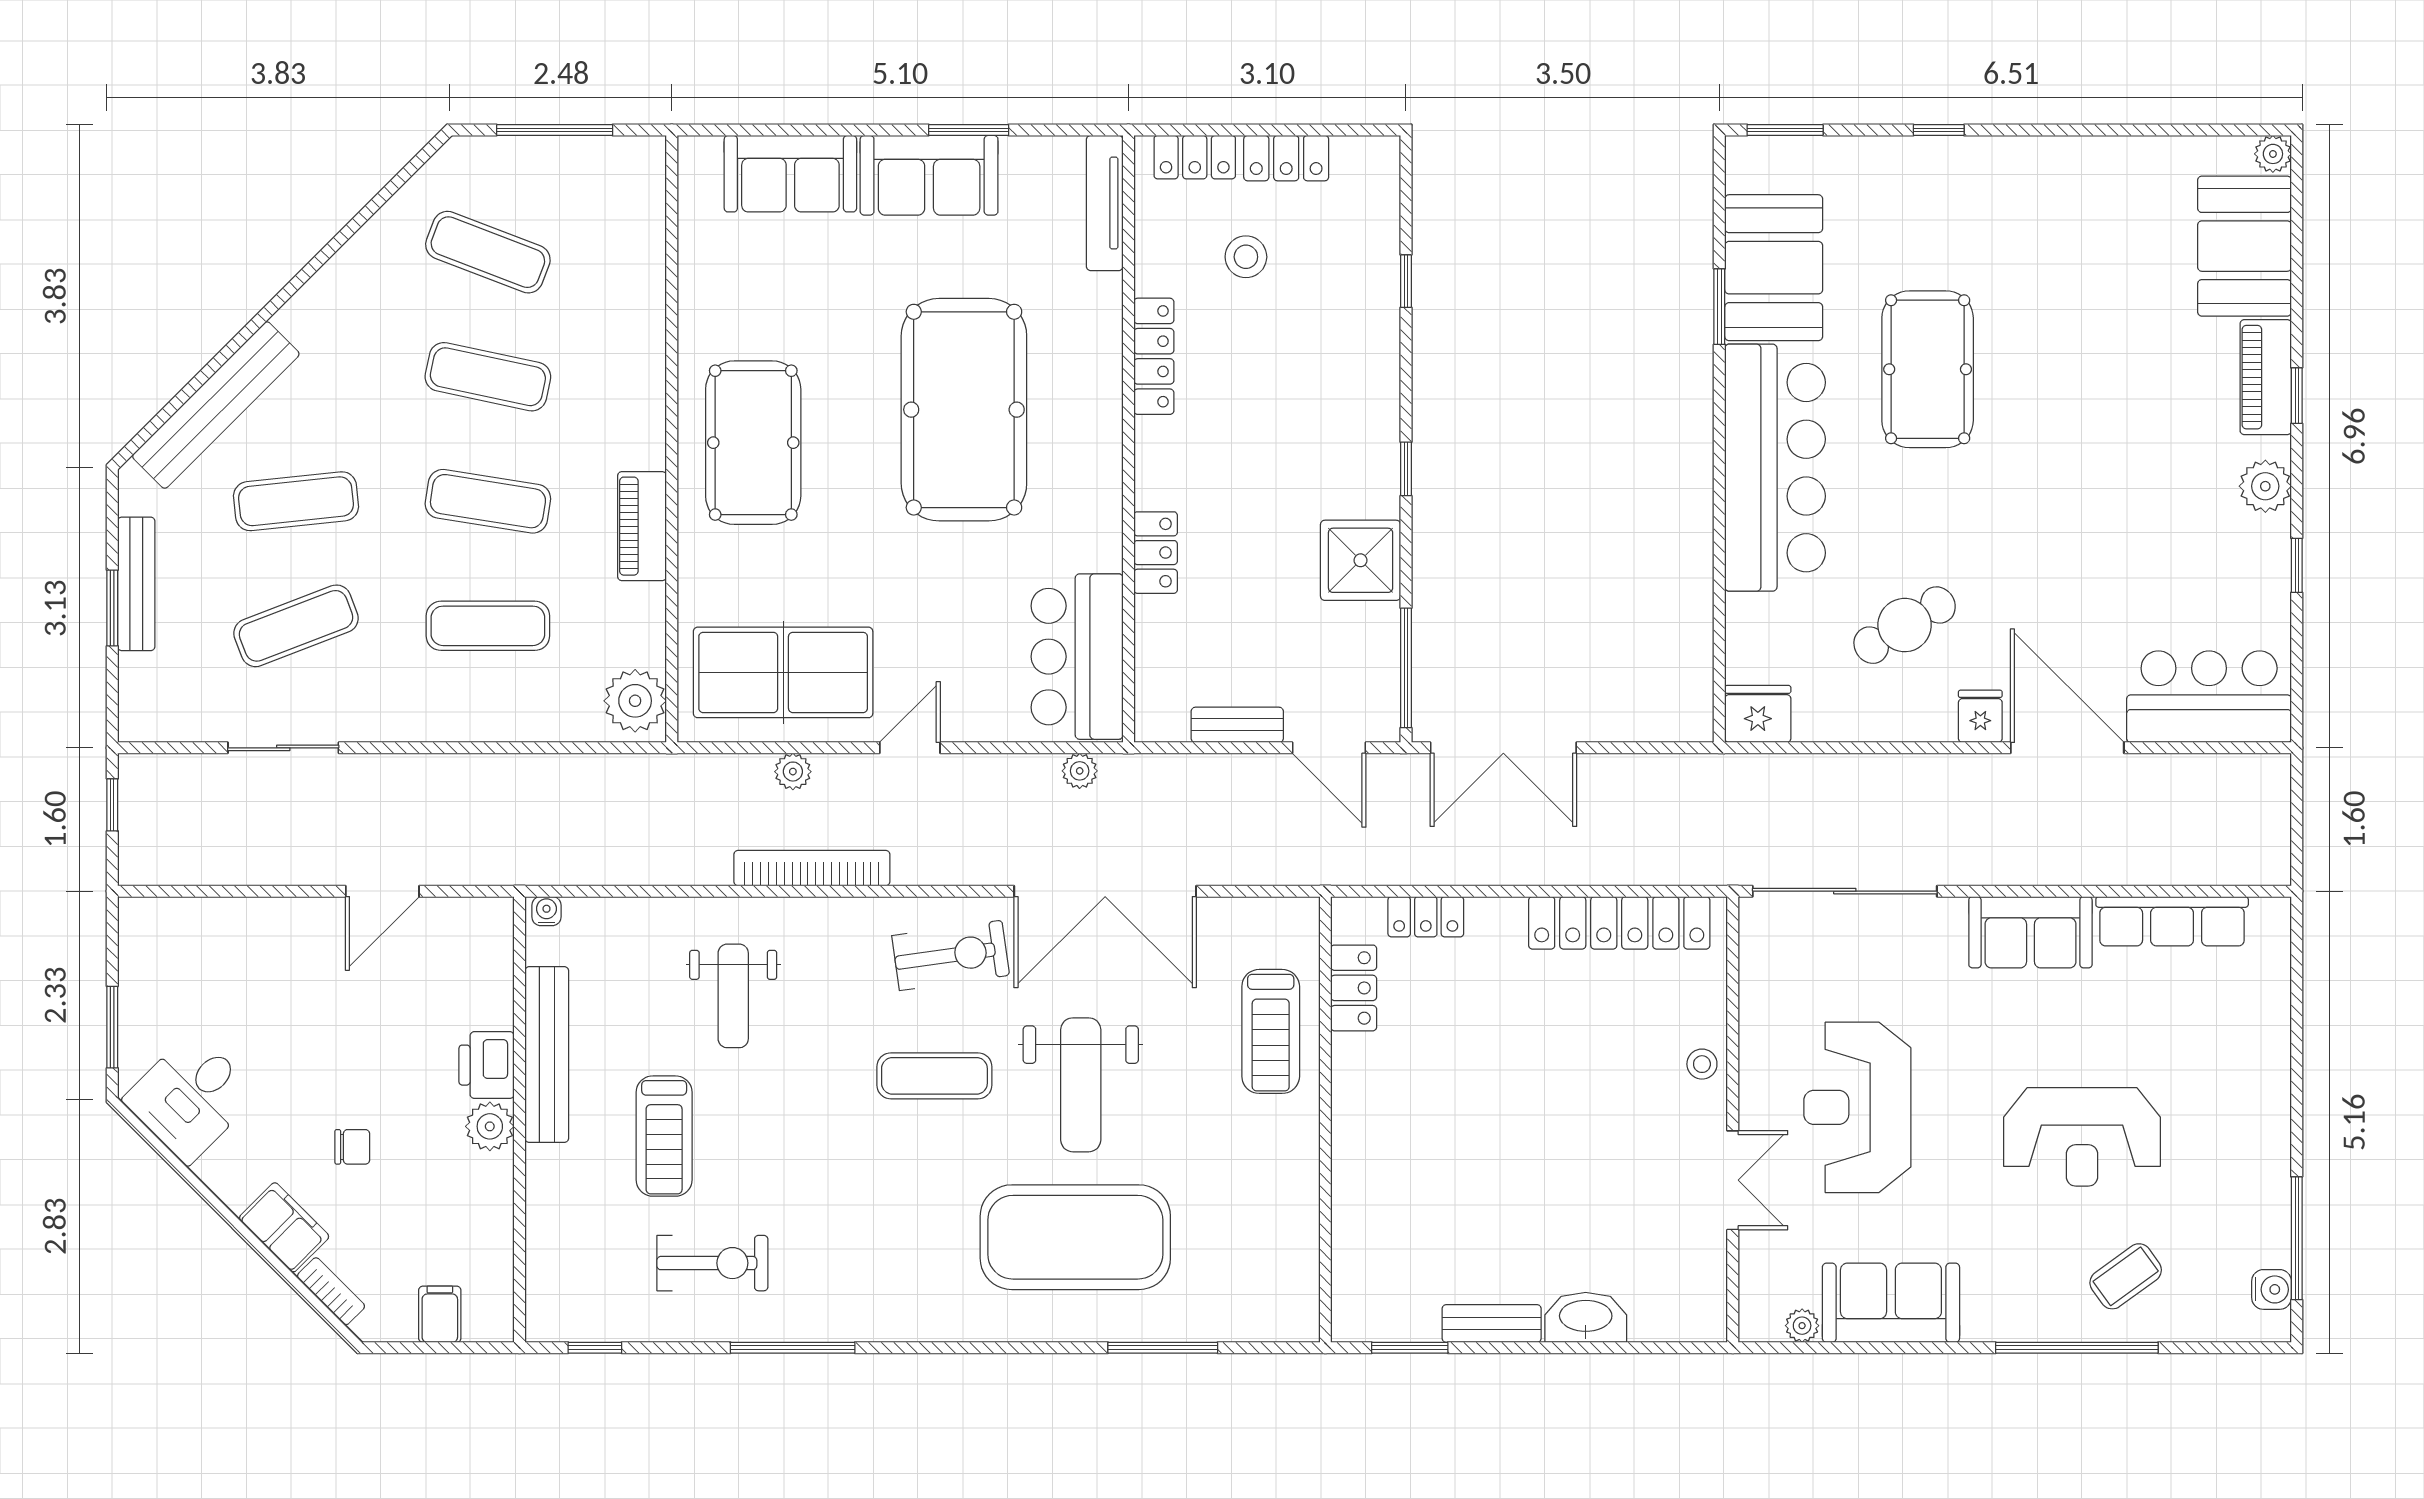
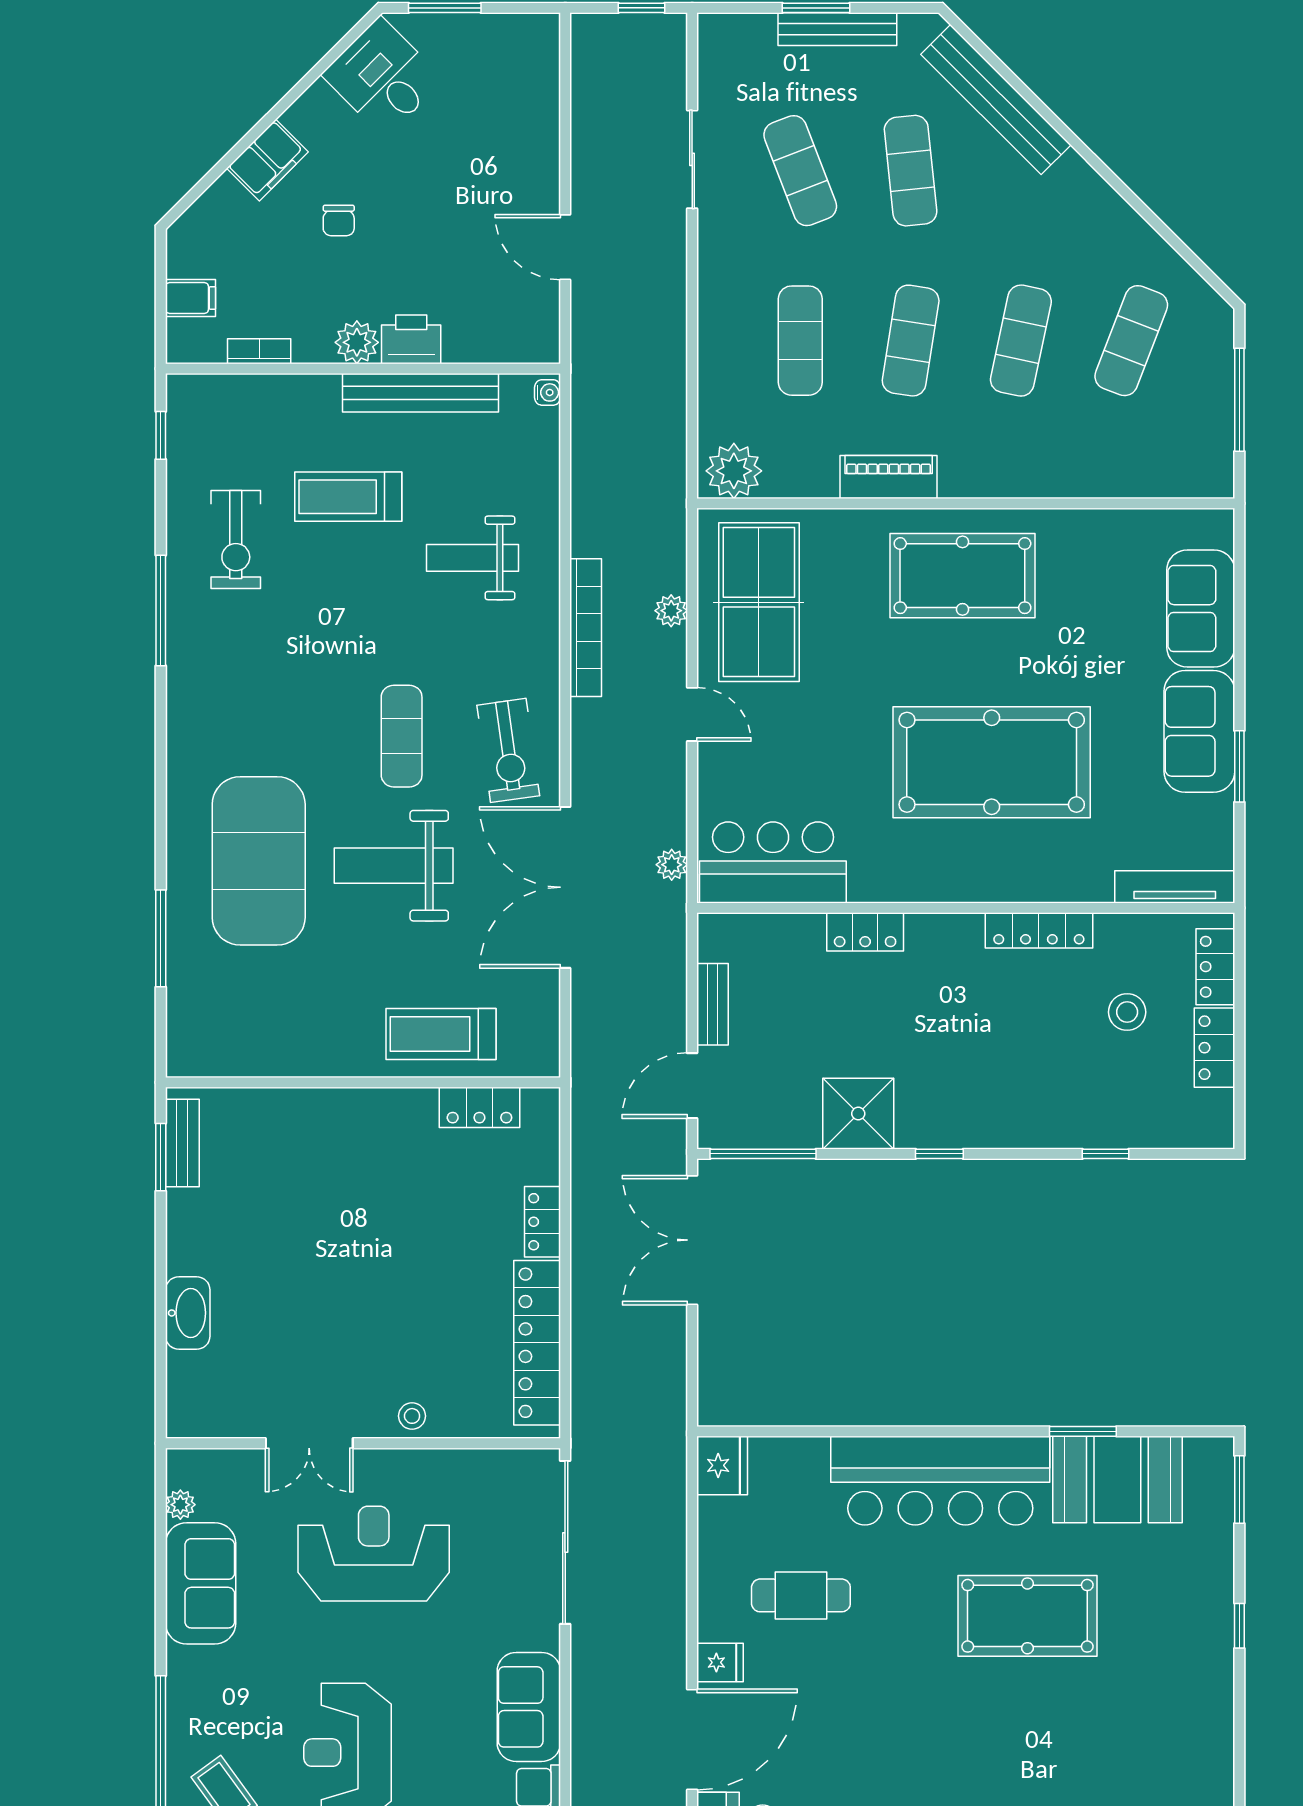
cafe table: (1905, 625) -> (801, 1595), turned -59
locker: (1426, 917) -> (543, 1222), moved
bookcase: (331, 1291) -> (259, 351), moved, turned -135
bench: (1492, 1323) -> (182, 1143), moved

